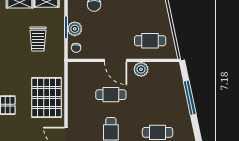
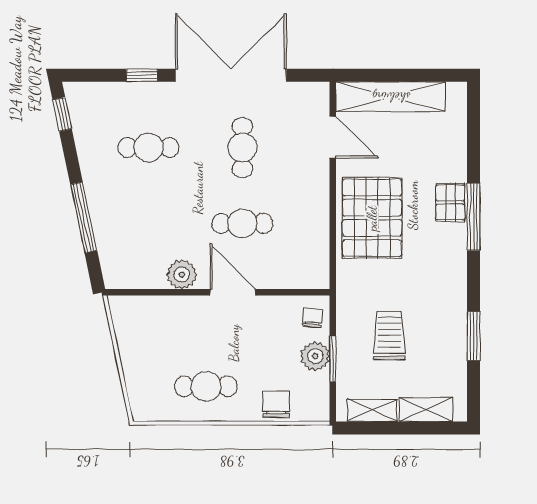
cafe table: (150, 41) -> (206, 386), moved

